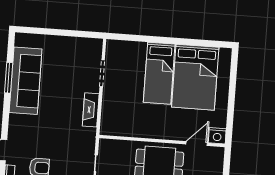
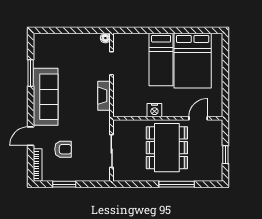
floor lamp: (97, 44) -> (105, 38), added
sofa: (26, 81) -> (46, 97), moved
nightstand: (217, 136) -> (154, 110), moved

